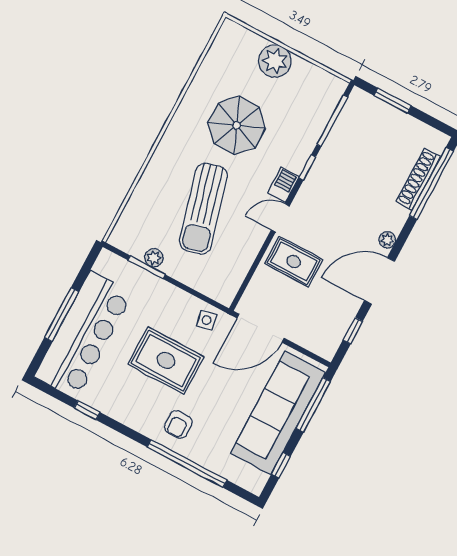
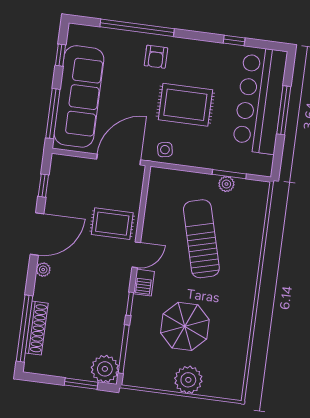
plant: (361, 107) -> (105, 369), added
parasol: (237, 125) -> (185, 326), moved
armchair: (178, 424) -> (156, 57), turned 180

